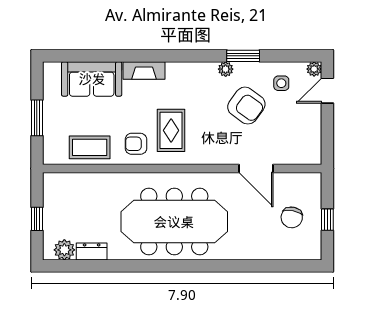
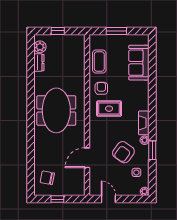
fireplace: (144, 70) -> (144, 123), moved
door: (327, 91) -> (108, 199), moved
chair: (292, 217) -> (47, 178), moved
meeting table: (174, 222) -> (56, 110), width x0.73

